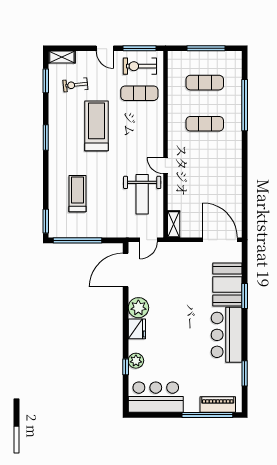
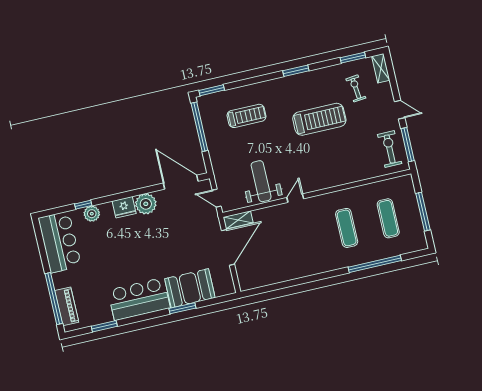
door: (105, 48) -> (400, 110), swing flipped
exercise mat: (139, 93) -> (362, 155), removed
weight bench: (142, 194) -> (261, 181), turned 90
door: (220, 240) -> (228, 247), moved

